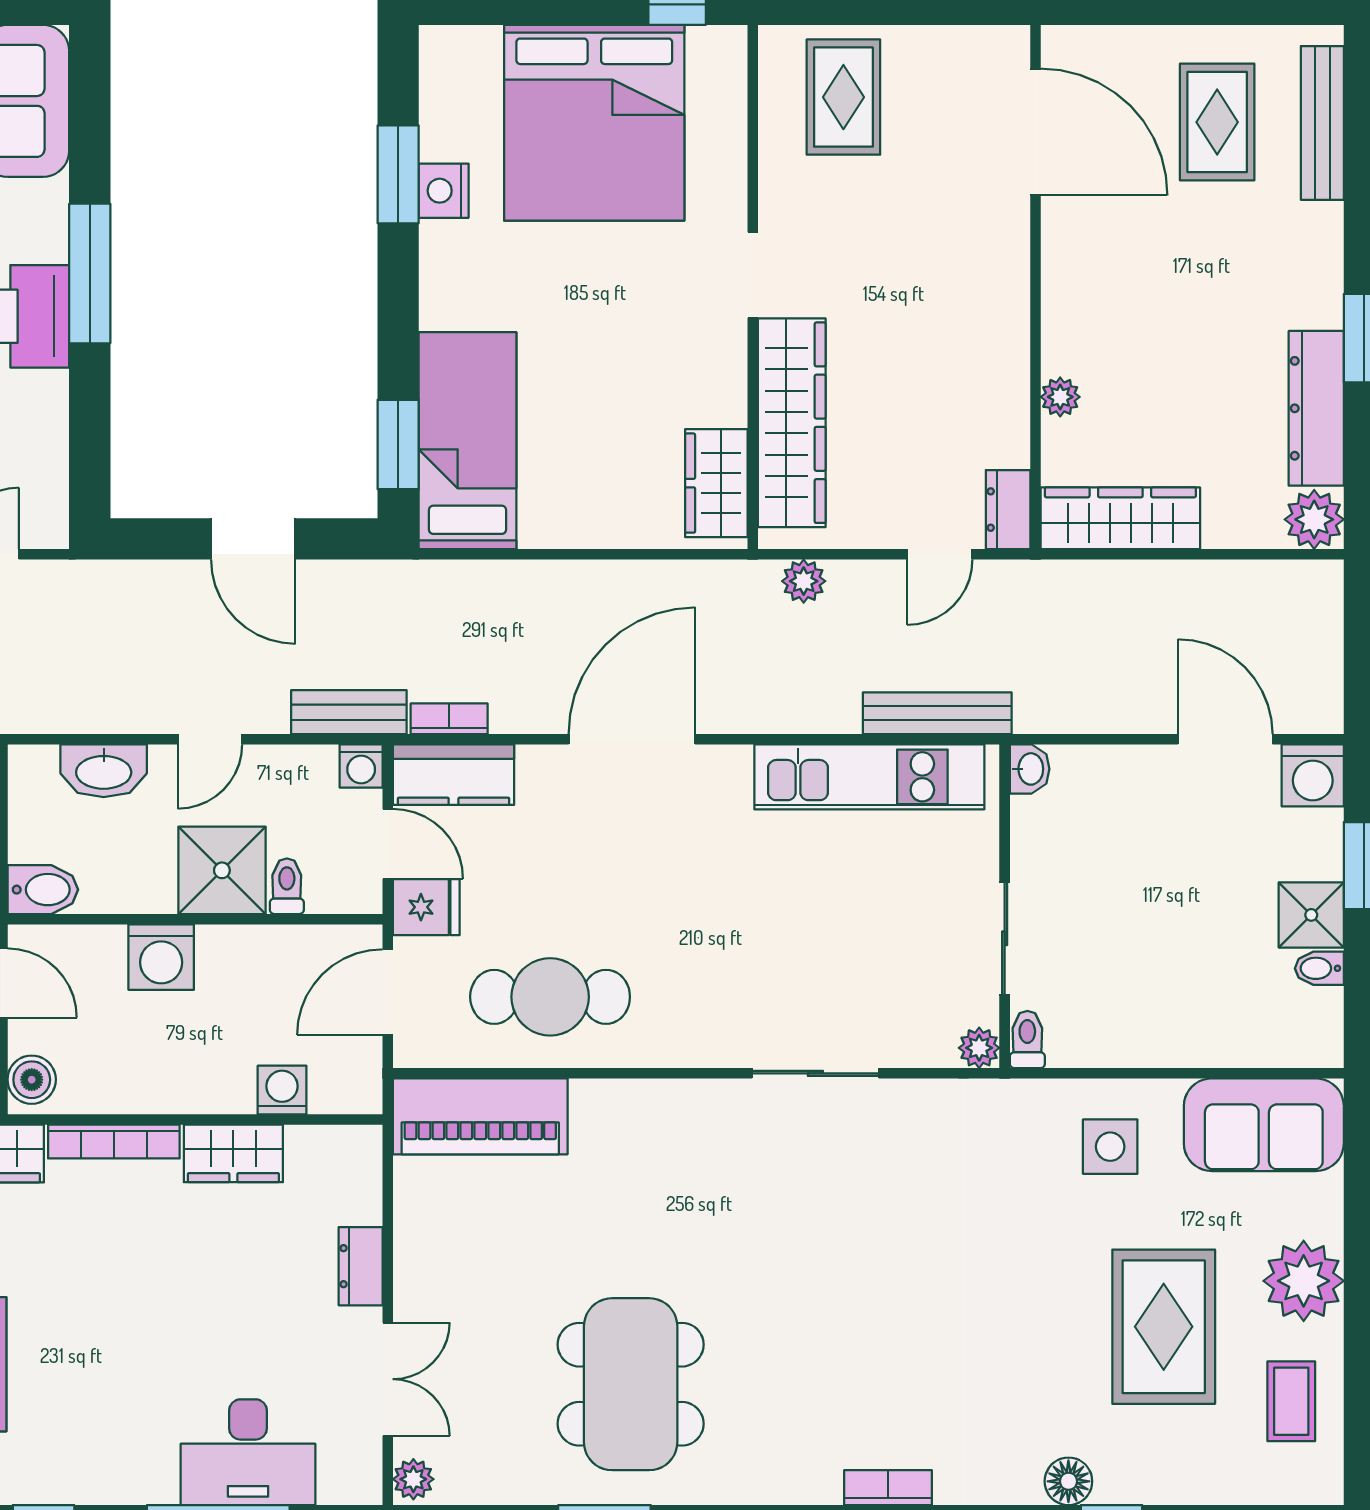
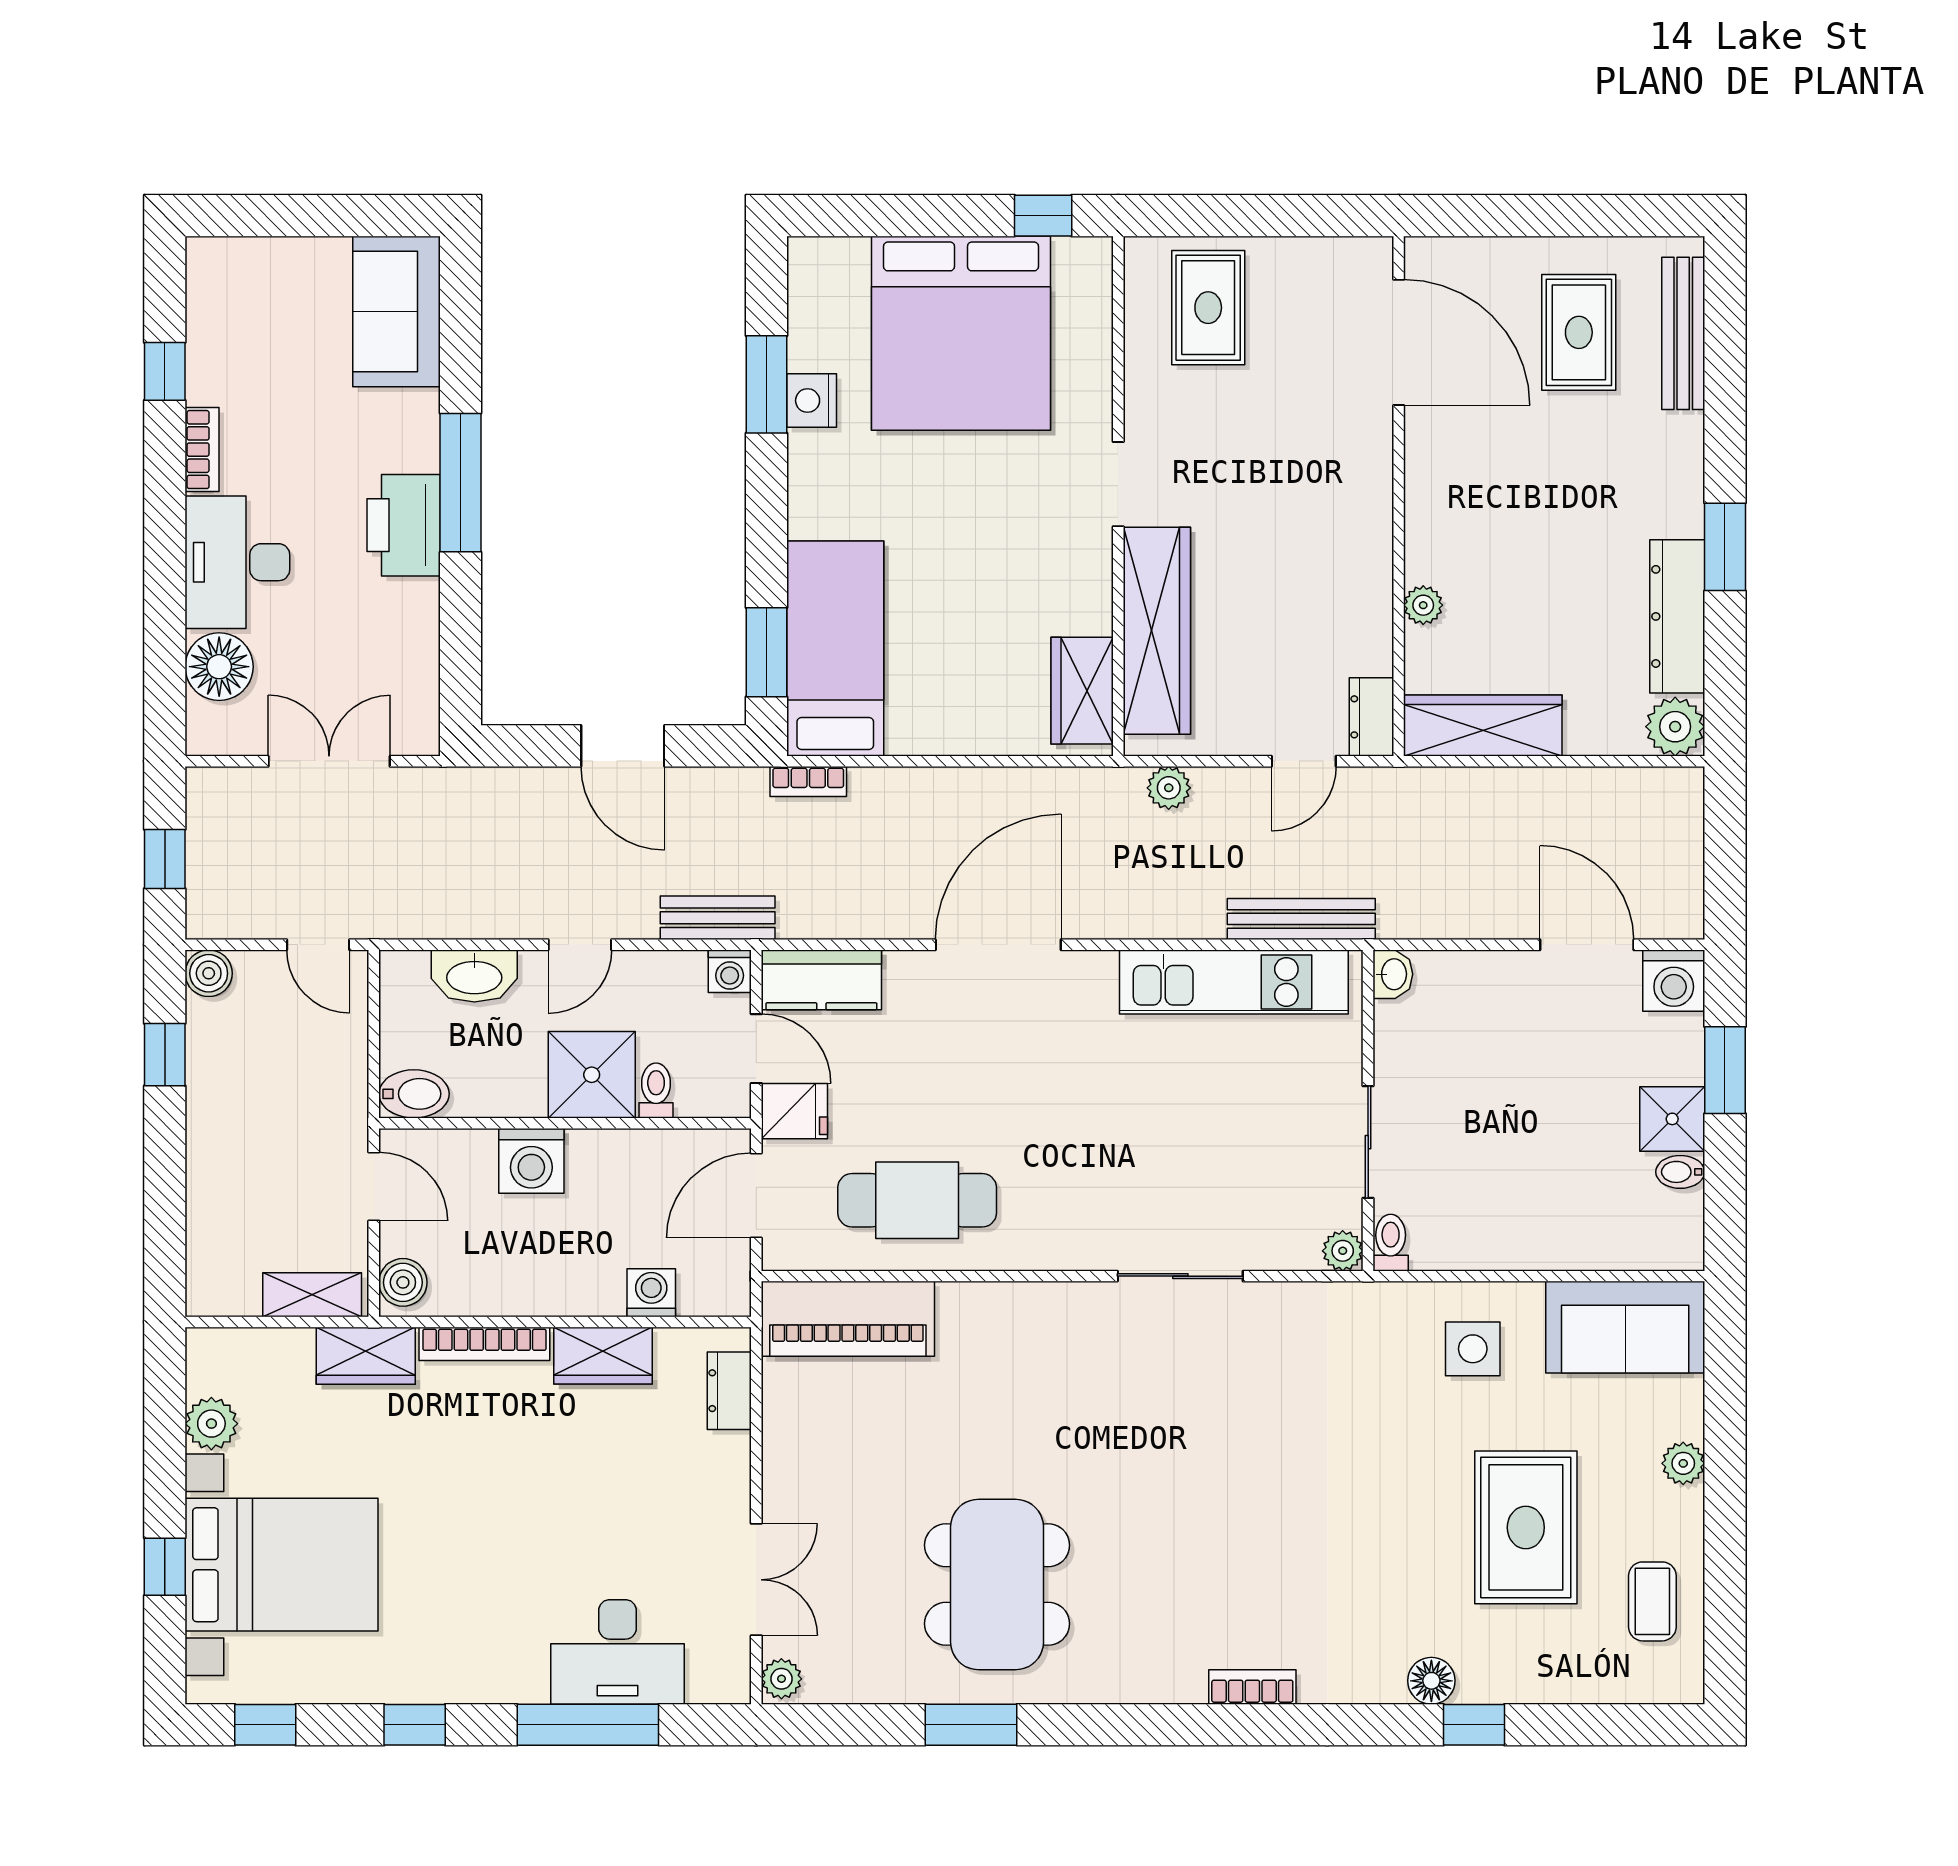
bookcase: (449, 719) -> (808, 782), moved, turned 180
dresser: (361, 1266) -> (729, 1391), moved
plant: (1304, 1281) -> (1683, 1463), width x0.53, depth x0.53

